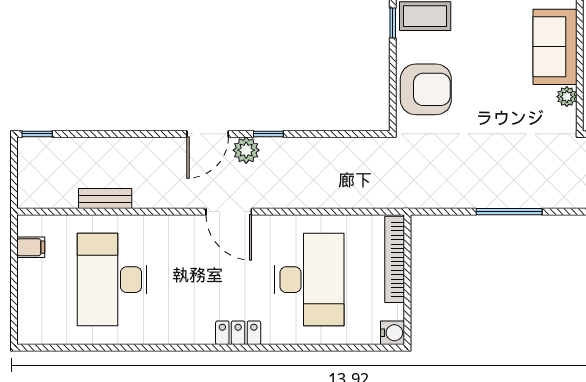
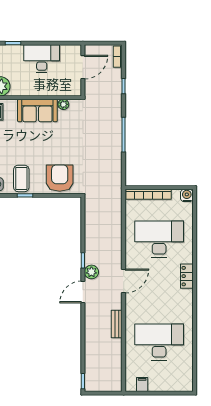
door: (208, 134) -> (83, 292), swing flipped
bench: (105, 199) -> (117, 324), moved
desk: (112, 280) -> (159, 342), turned 180

